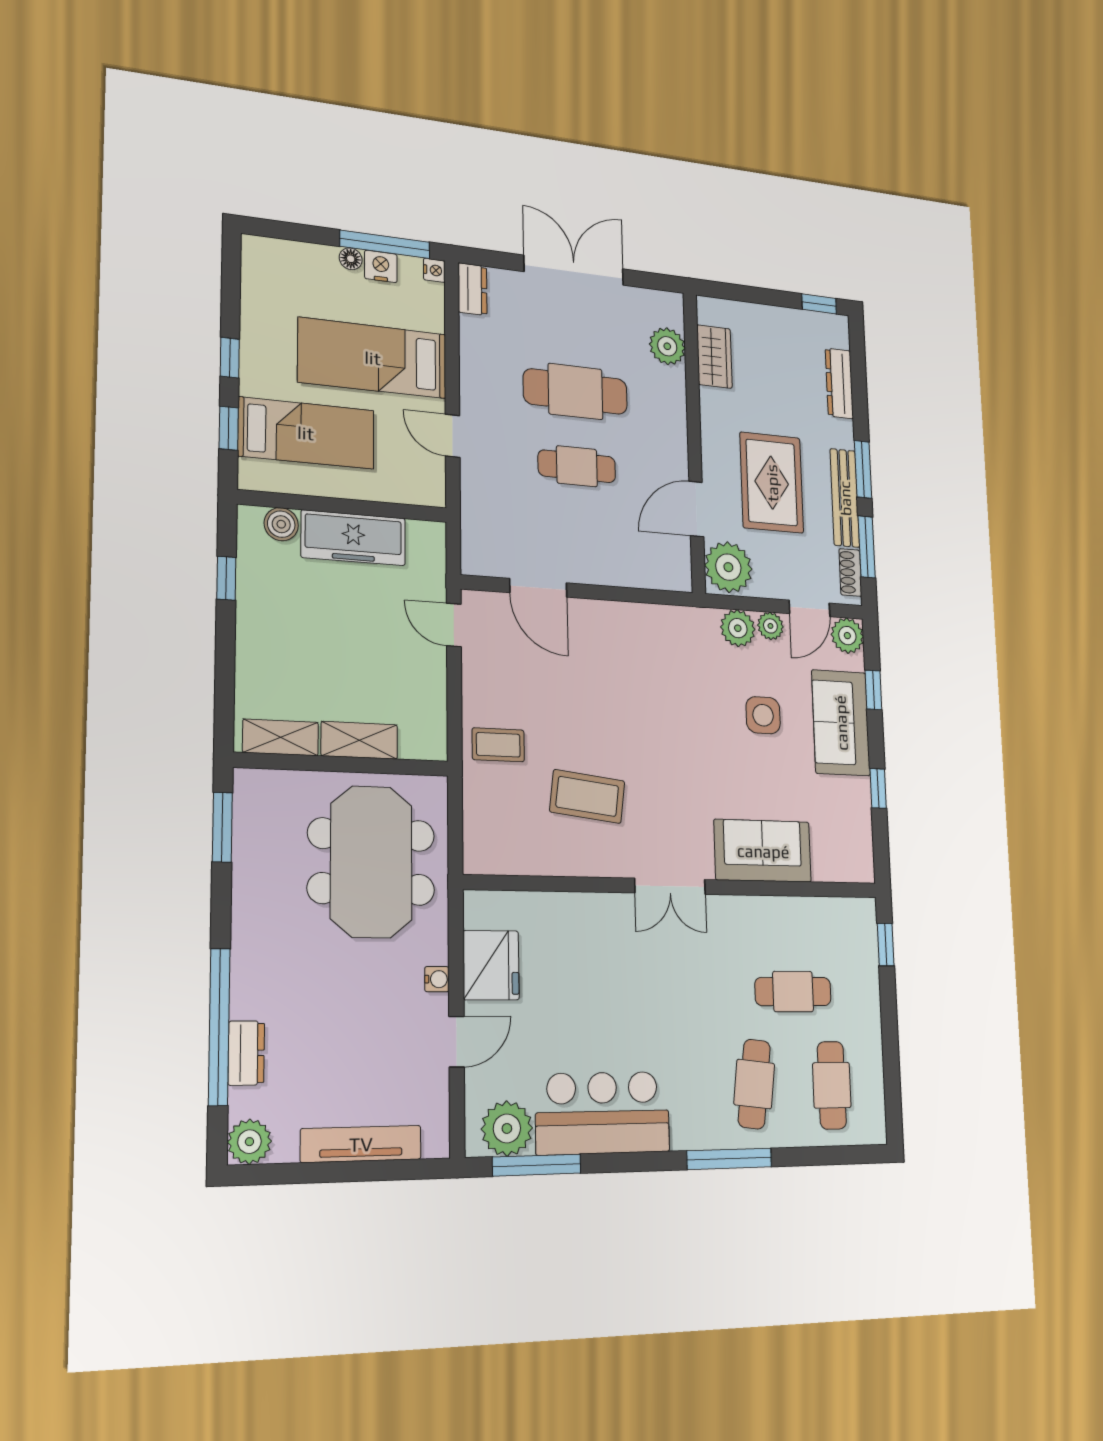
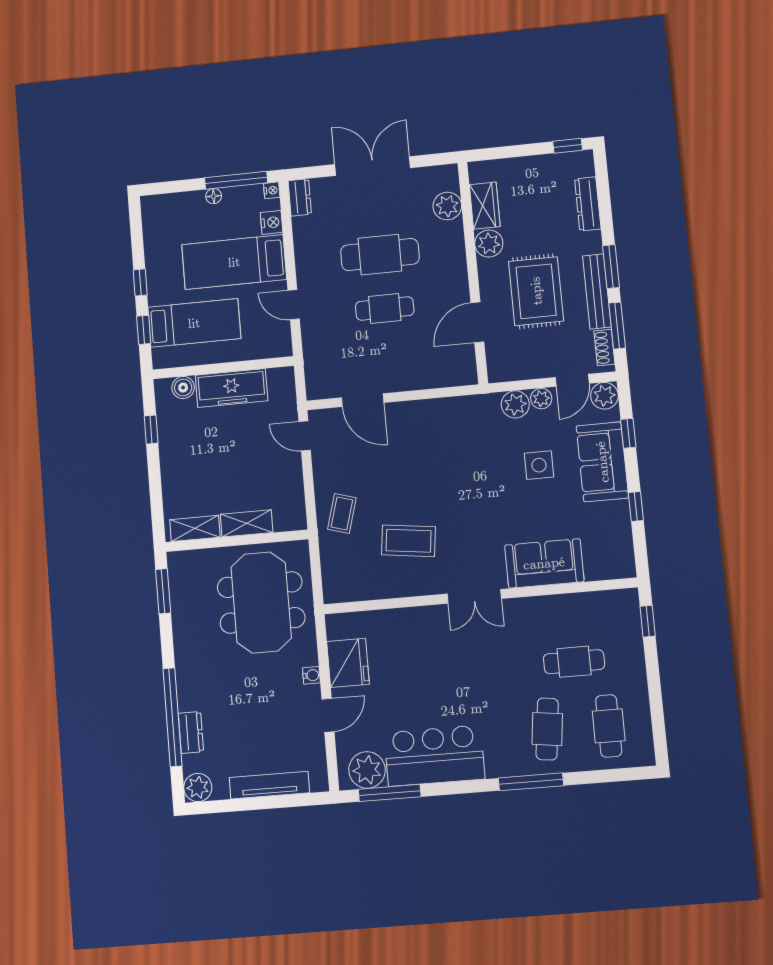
nightstand: (381, 266) -> (272, 222), moved, turned 90
plant: (728, 567) -> (489, 243), moved, width x0.73, depth x0.73
coffee table: (498, 745) -> (342, 513), turned -74

